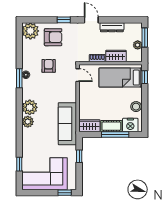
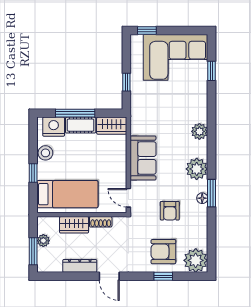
window: (64, 20) -> (163, 276), moved
window: (145, 77) -> (33, 173), moved
plant: (30, 107) -> (197, 169), moved
sofa: (67, 124) -> (143, 158), moved, width x0.73

